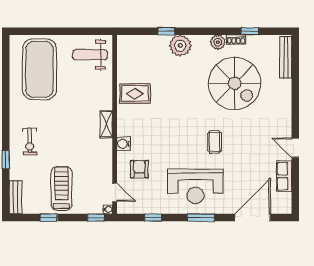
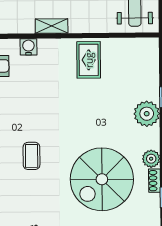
coffee table: (215, 142) -> (32, 156), turned 90

